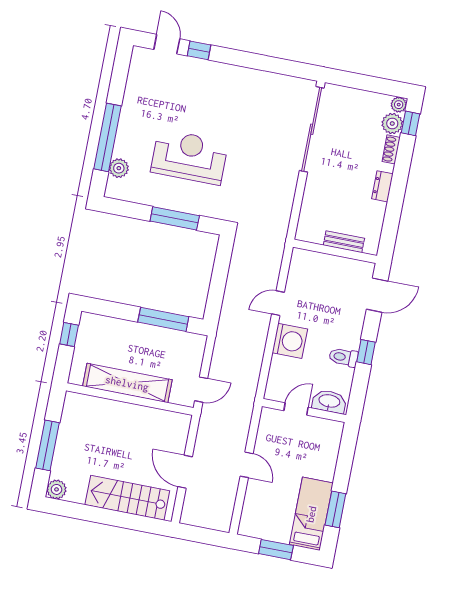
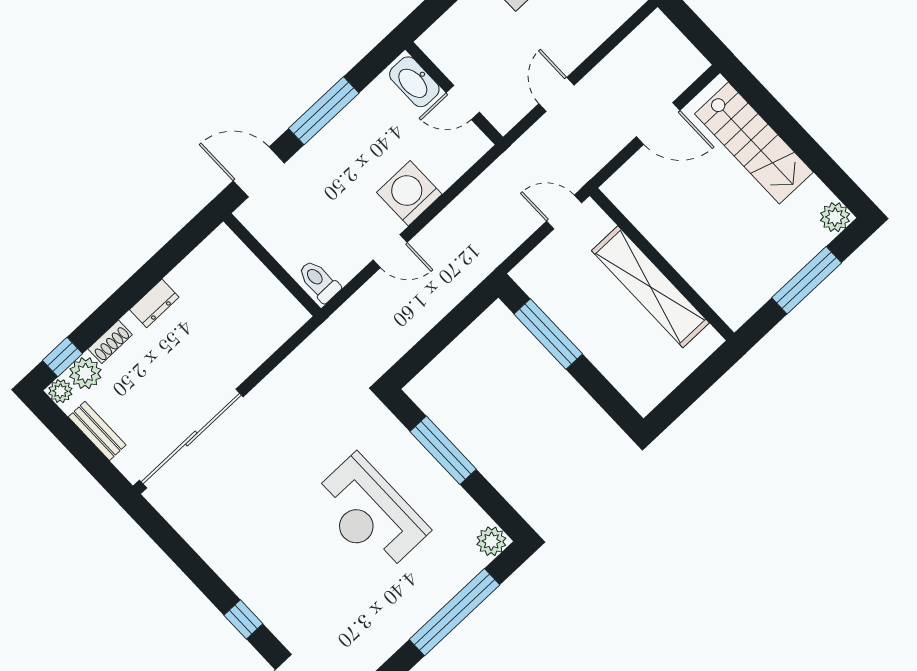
window: (199, 50) -> (243, 619), moved
plant: (119, 168) -> (491, 541), moved
bench: (344, 242) -> (97, 431), moved
window: (69, 335) -> (680, 400), removed
window: (366, 352) -> (324, 111), width x2.17
toilet: (343, 357) -> (319, 281), moved, turned 180
door: (247, 465) -> (556, 94), moved
door: (185, 472) -> (658, 124), hinge flipped

